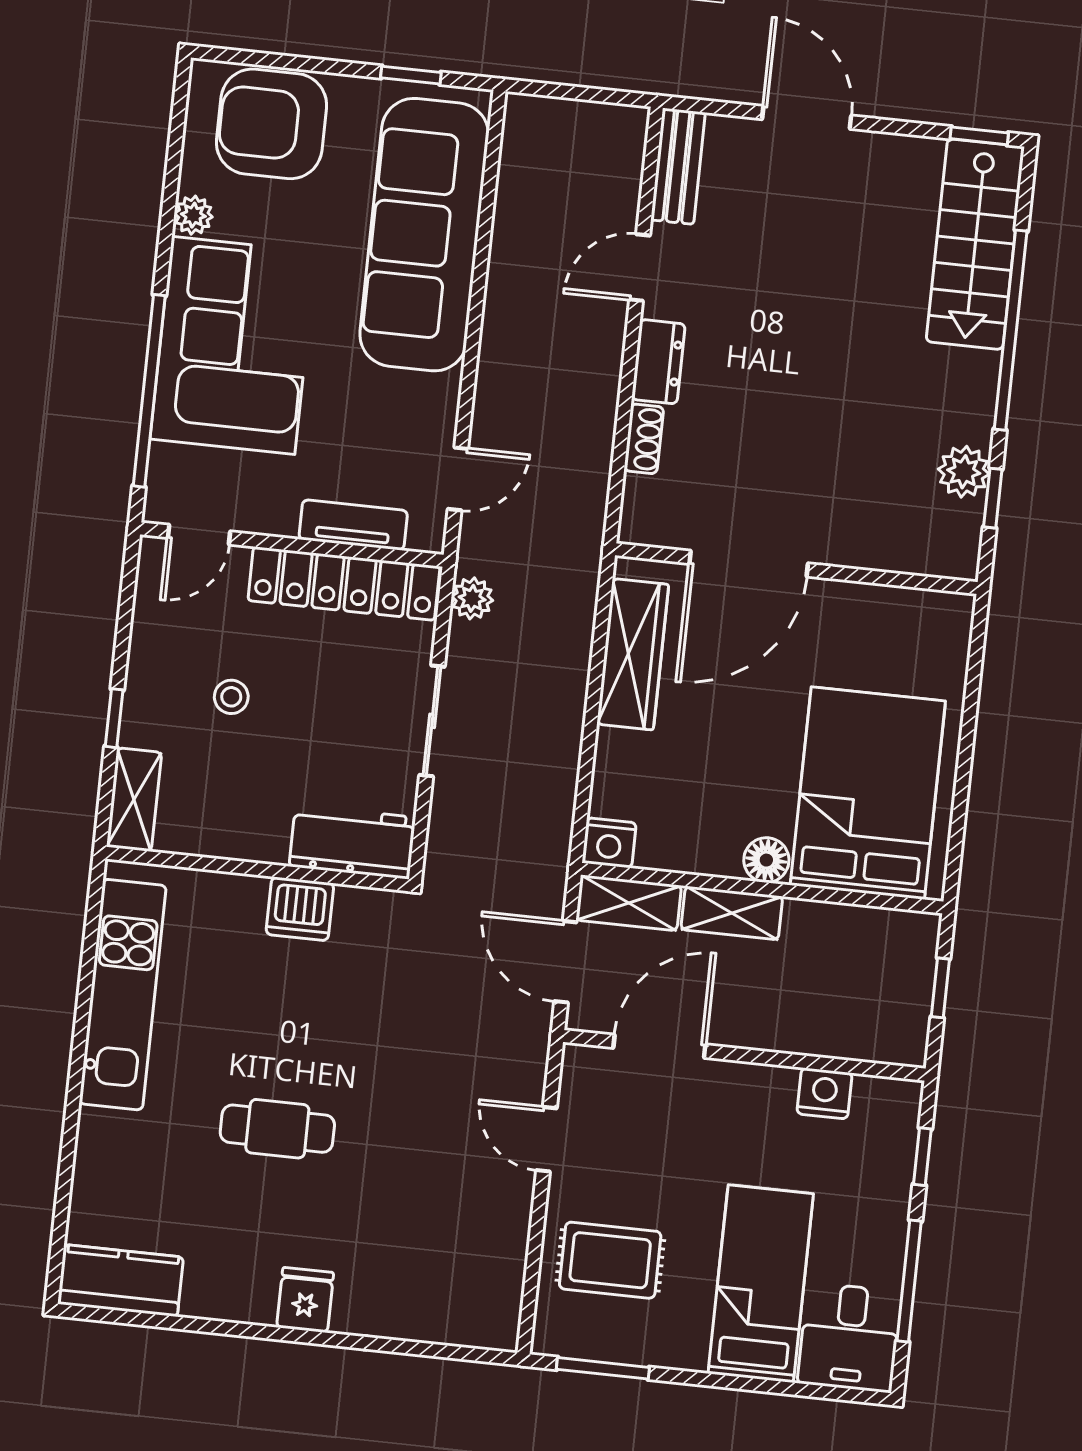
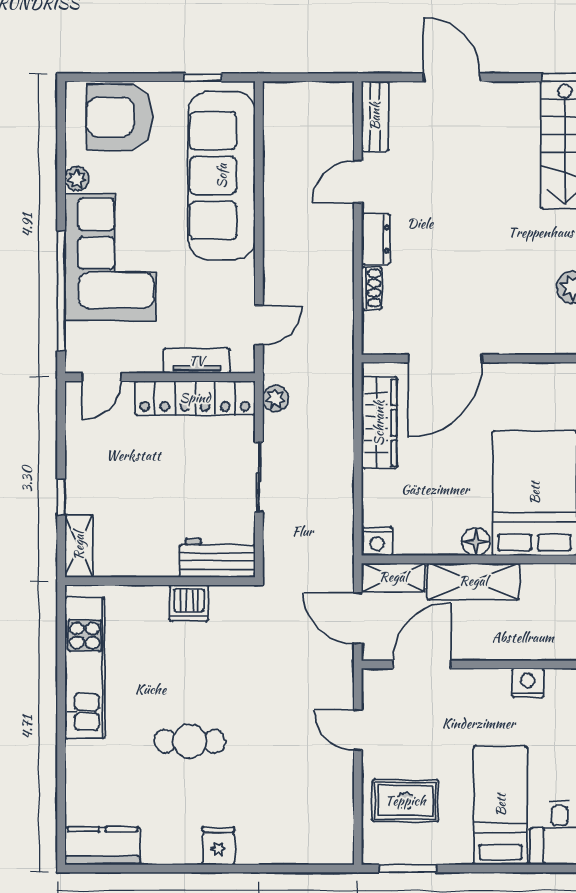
stool: (231, 697) -> (132, 476), removed
shelving: (732, 913) -> (473, 581), width x1.50, depth x1.33

